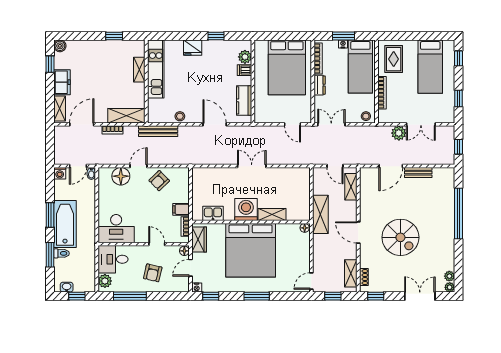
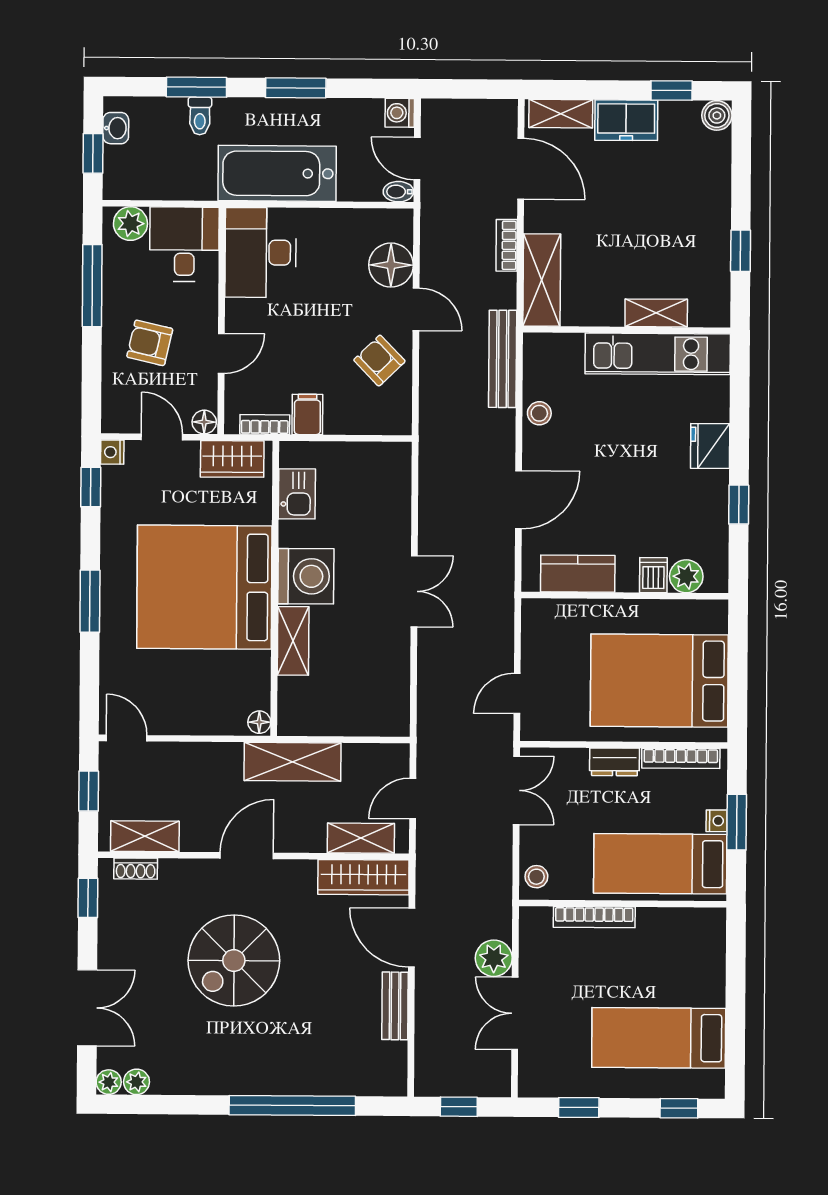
rug: (394, 59) -> (678, 947), removed
wardrobe: (367, 186) -> (363, 877), added
bathtub: (65, 224) -> (277, 173), moved, turned 180

